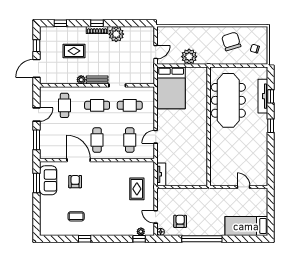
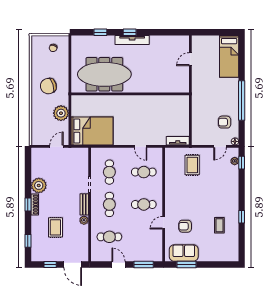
chair: (231, 41) -> (48, 86), moved
door: (156, 52) -> (56, 146), hinge flipped
tv unit: (263, 96) -> (132, 40), moved
door: (79, 160) -> (164, 223), width x0.53
rug: (137, 189) -> (192, 165), turned 90

